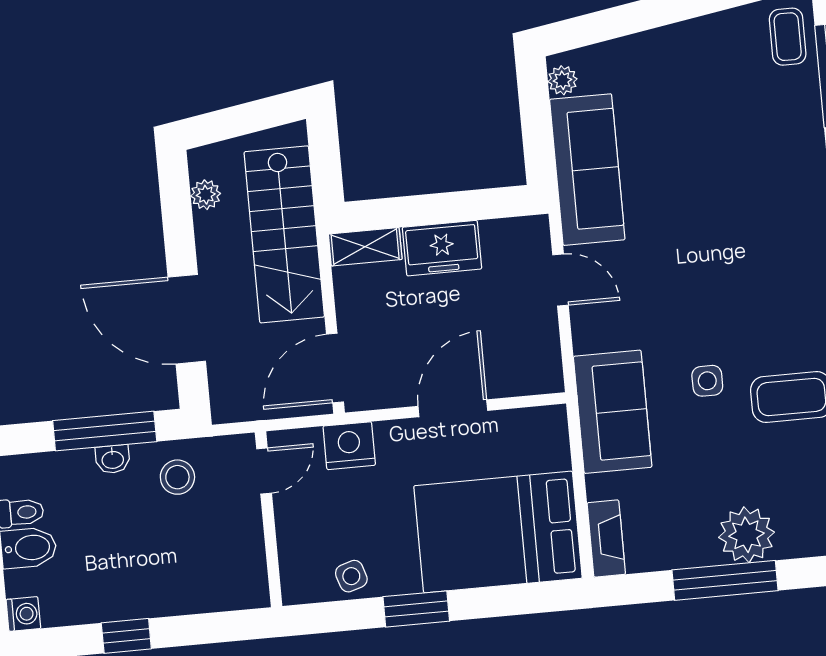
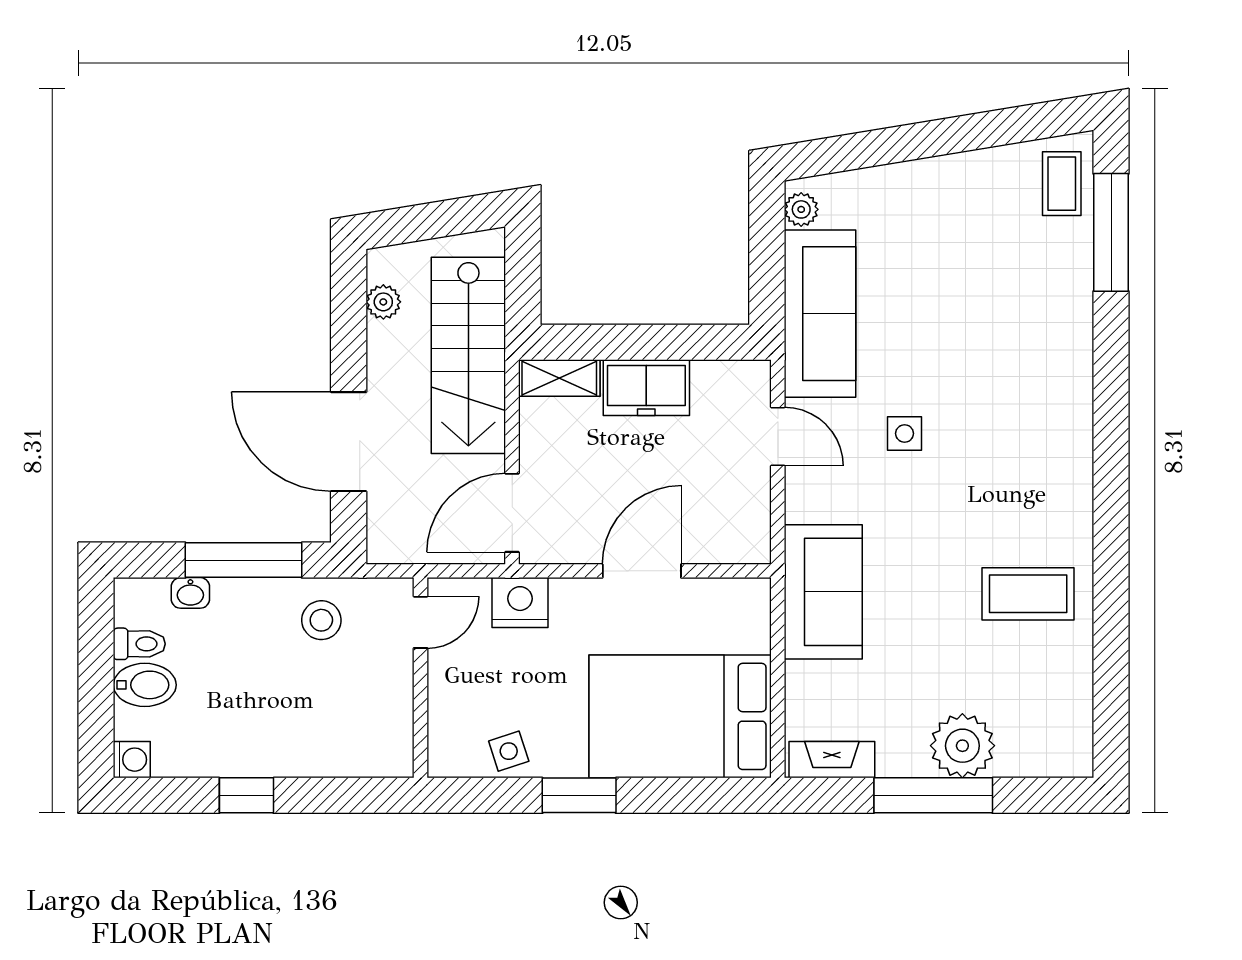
side table: (707, 381) -> (905, 433), moved
washbasin: (113, 459) -> (190, 593), moved
fireplace: (606, 538) -> (832, 760), moved, turned -90

